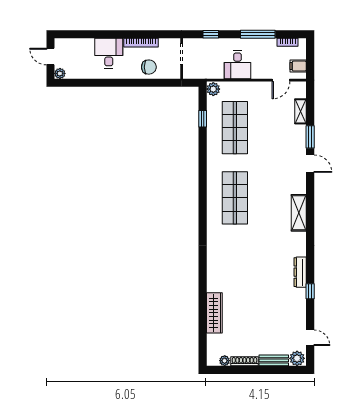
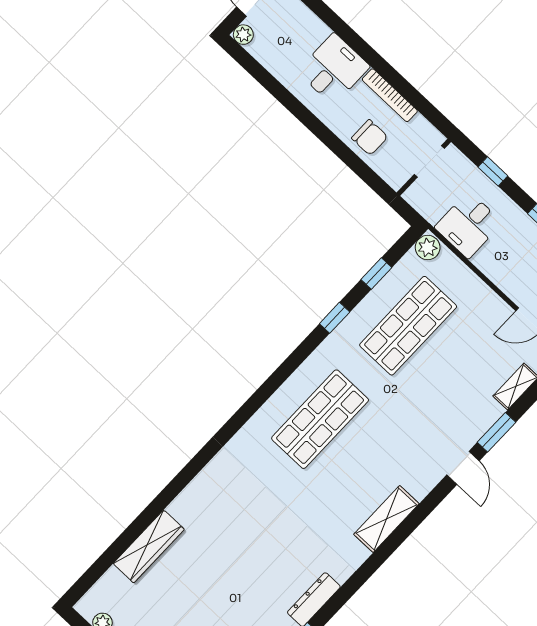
desk: (237, 65) -> (468, 225), moved
window: (203, 152) -> (335, 318), added

